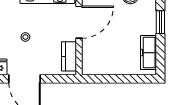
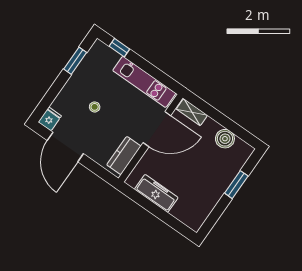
freezer: (148, 53) -> (156, 193), moved, turned 90

